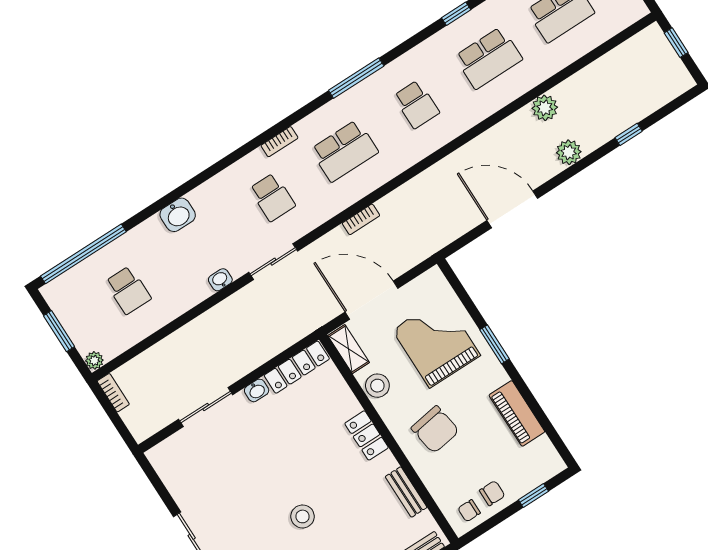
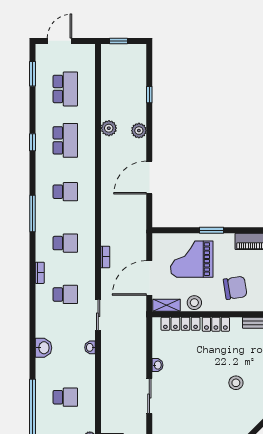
school desk: (344, 151) -> (65, 243), width x0.54
locker: (297, 367) -> (180, 324), moved, turned 90

